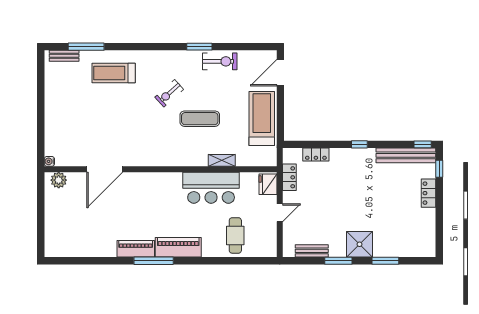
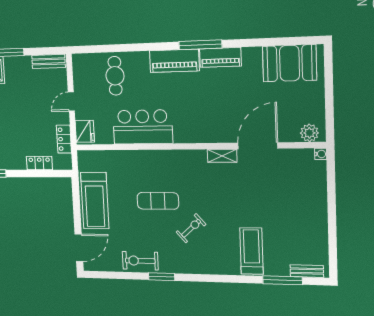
treadmill: (114, 73) -> (251, 251), turned -90
shelving: (222, 160) -> (222, 156), moved
booth: (74, 242) -> (290, 63), added
bench: (312, 251) -> (48, 61), moved

